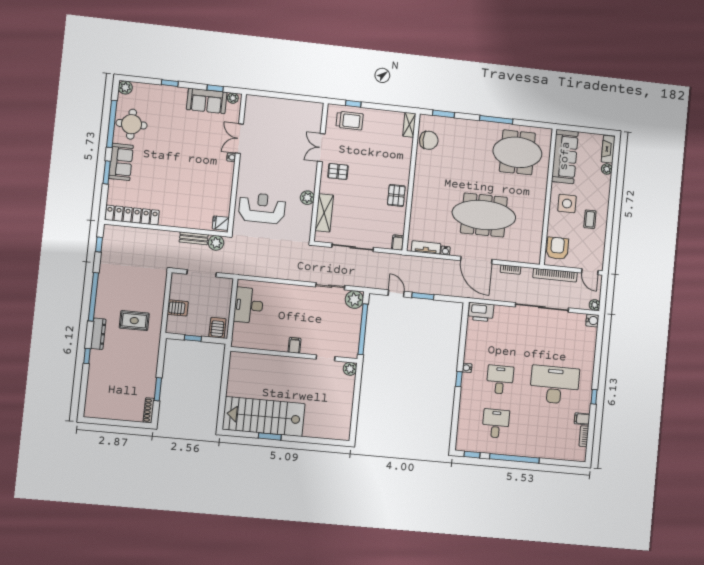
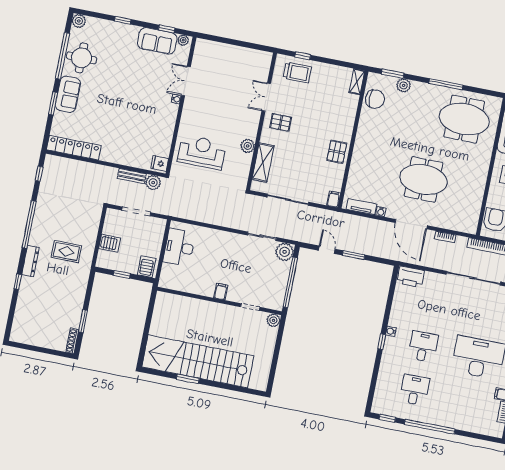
plant: (455, 124) -> (404, 85), added
meeting table: (484, 215) -> (424, 179), width x0.73
stairs: (264, 417) -> (198, 361), width x1.36

